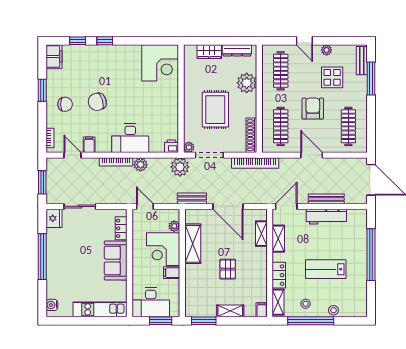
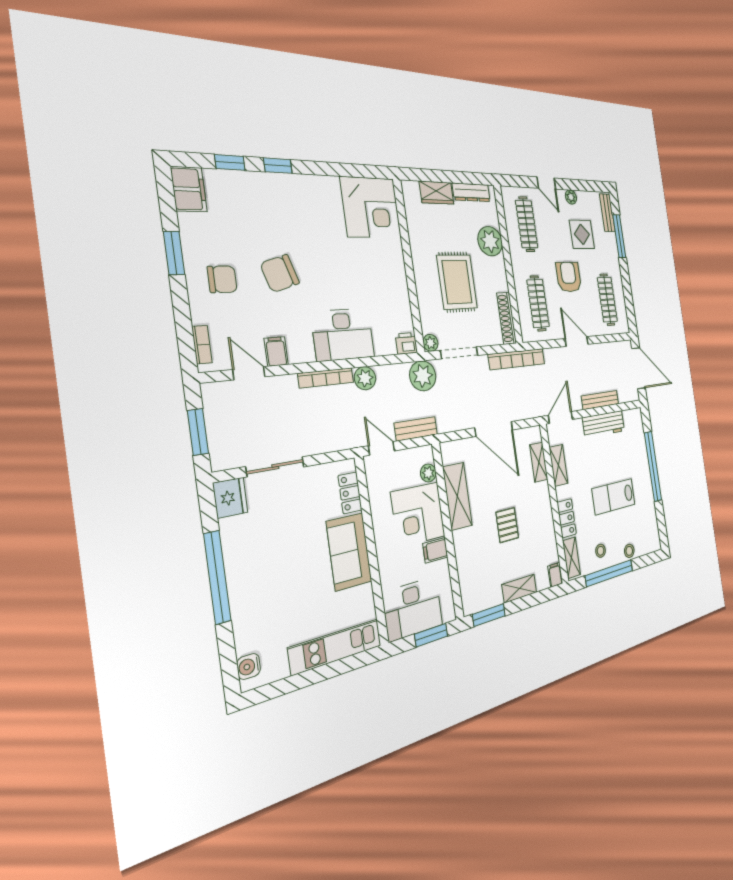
bench: (192, 198) -> (416, 429), moved

